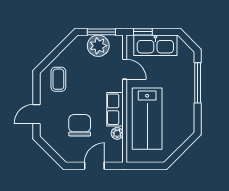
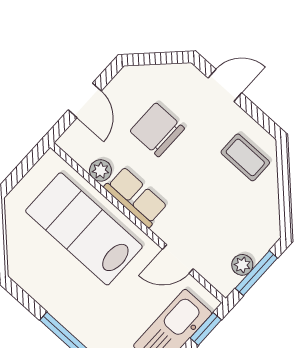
plant: (98, 46) -> (242, 265), width x0.53, depth x0.53
door: (36, 114) -> (225, 85), hinge flipped
chair: (80, 125) -> (157, 130), turned 180

